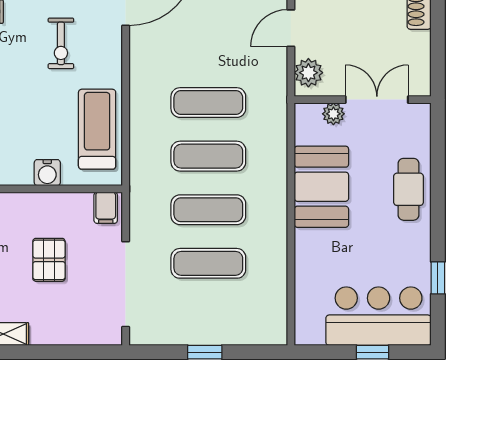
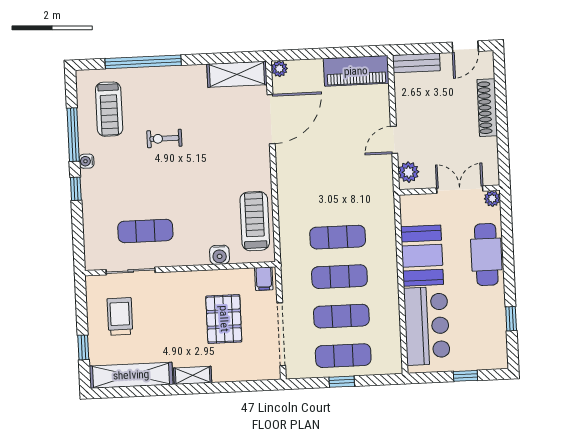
exercise bike: (61, 43) -> (225, 159), removed
exercise mat: (208, 103) -> (343, 356), moved
plant: (333, 114) -> (492, 199), moved
cafe table: (409, 189) -> (486, 255), width x1.37, depth x1.35
pallet: (49, 260) -> (224, 319), width x1.50, depth x1.42
bar counter: (379, 316) -> (427, 326), moved, turned 90

